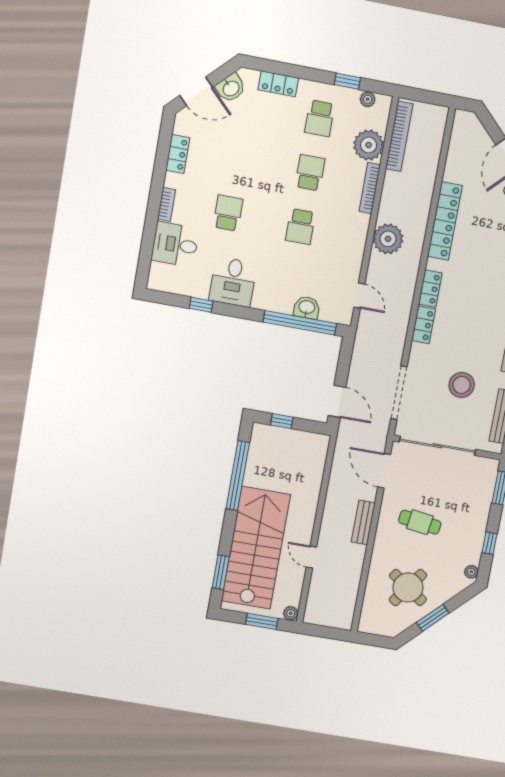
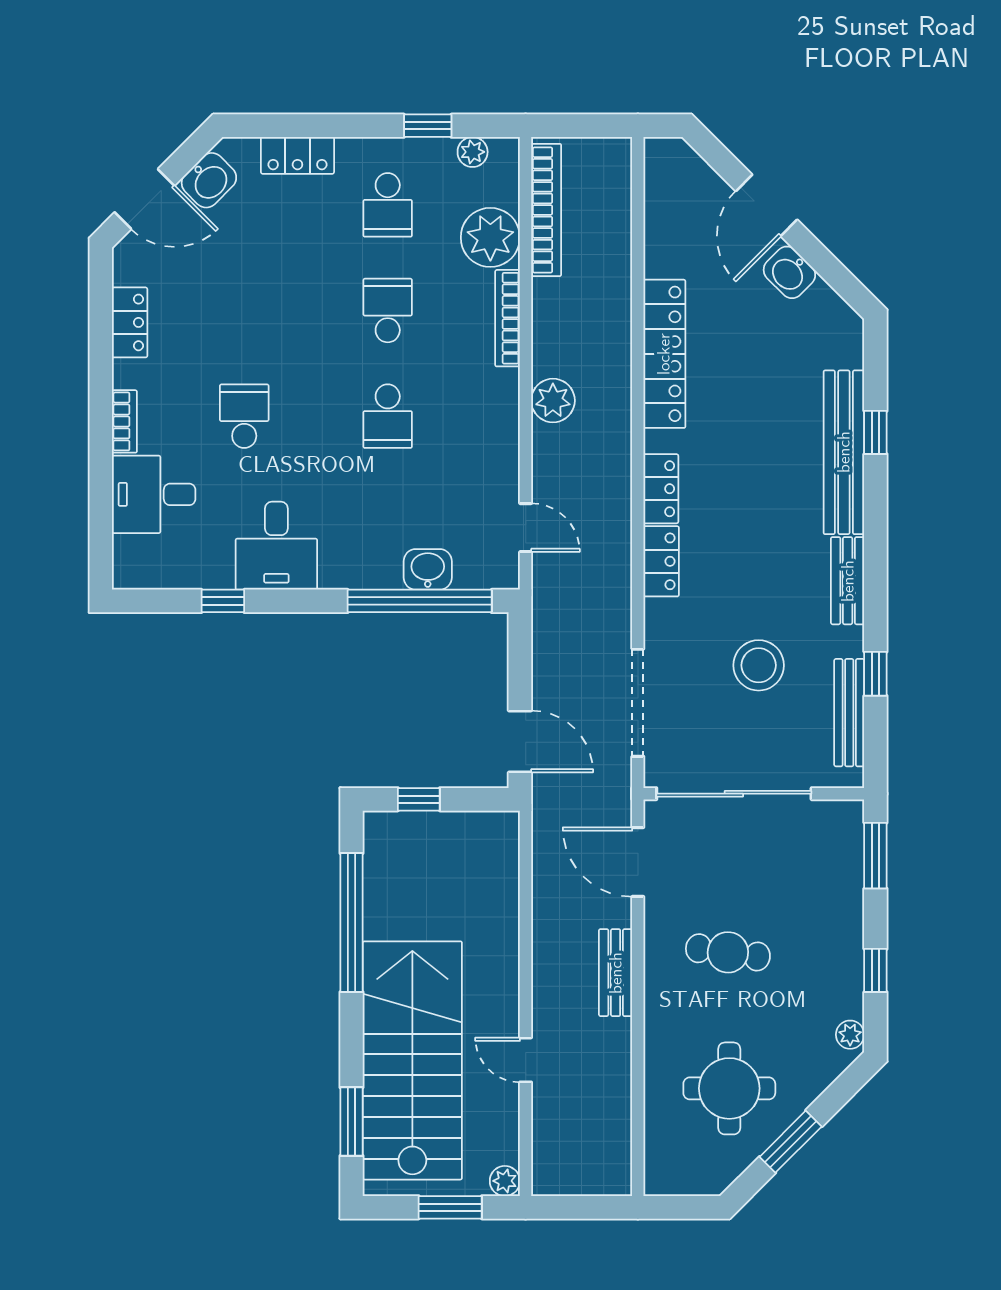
plant: (388, 239) -> (553, 401), width x0.73, depth x0.73
round table: (408, 587) -> (729, 1088), turned -35

